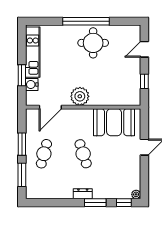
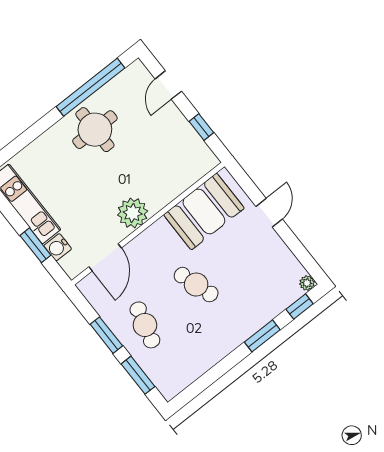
window: (86, 21) -> (90, 87), moved
dresser: (83, 194) -> (237, 337), removed

